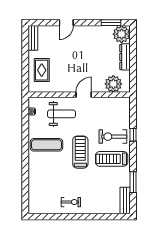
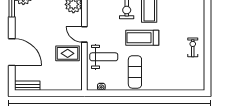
door: (66, 23) -> (12, 52), width x1.87
rug: (42, 70) -> (68, 53), moved
weight bench: (61, 114) -> (104, 57), turned 90

